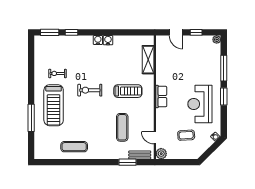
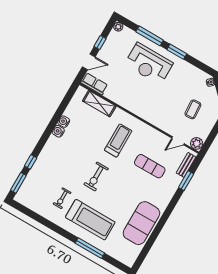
water cooler: (98, 40) -> (64, 122), moved
row of seats: (161, 97) -> (94, 84), moved
reception desk: (200, 104) -> (149, 64), moved
exercise mat: (74, 147) -> (141, 223), width x2.00, depth x1.45

